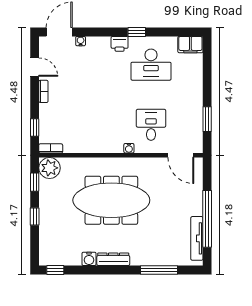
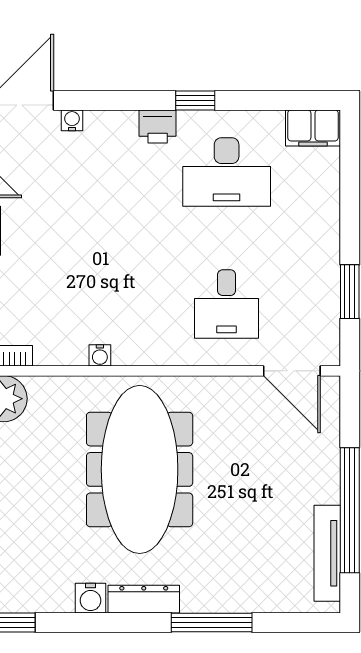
desk: (151, 125) -> (227, 304), turned 180
water cooler: (129, 148) -> (100, 355), moved
meeting table: (111, 200) -> (140, 469), turned 90
window: (159, 270) -> (212, 623), moved

